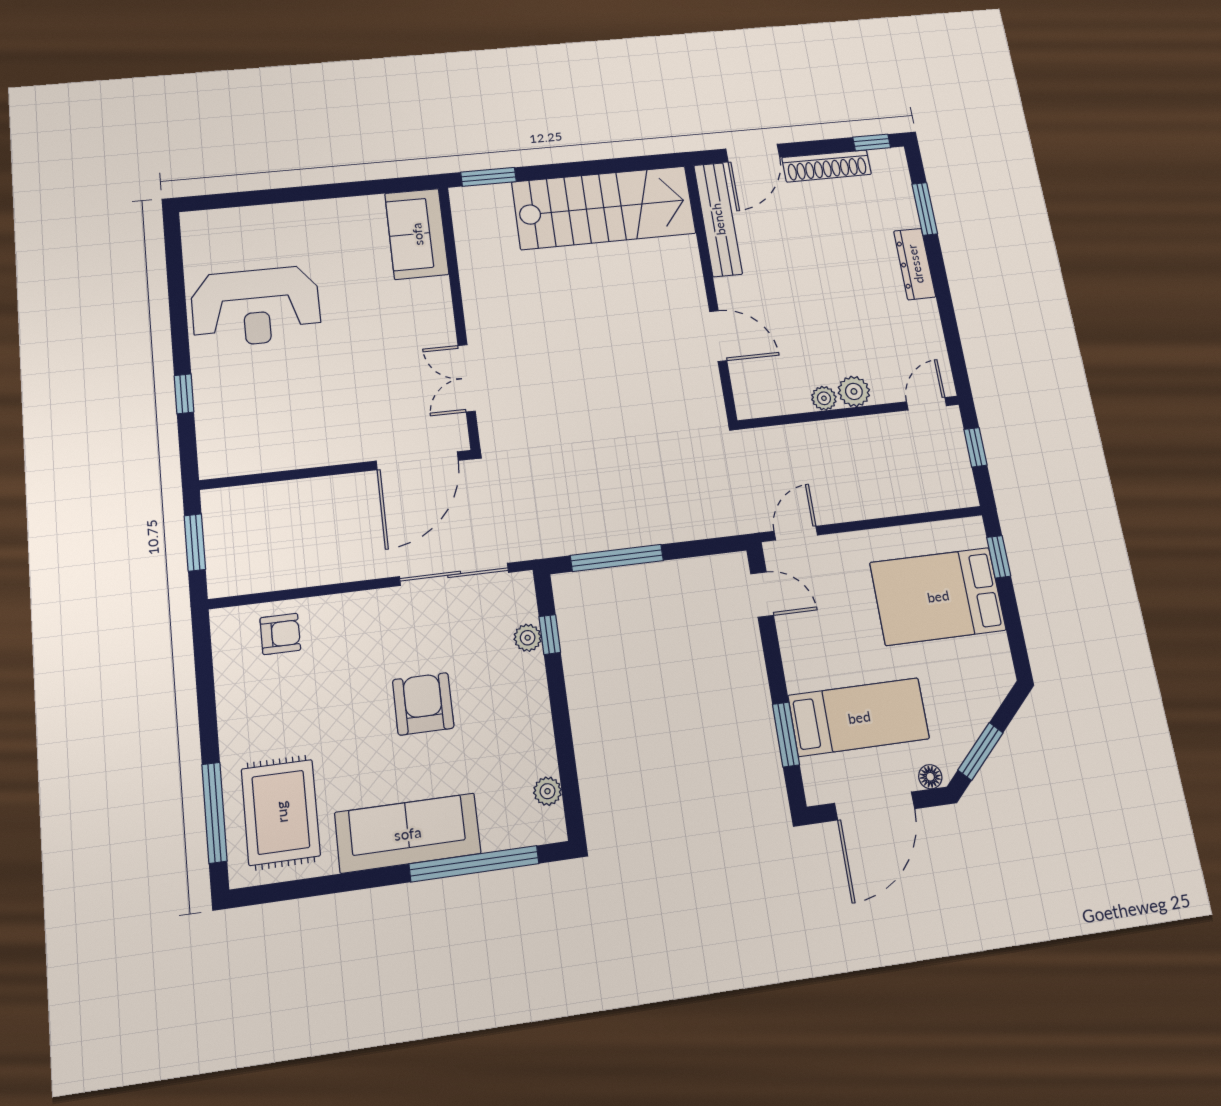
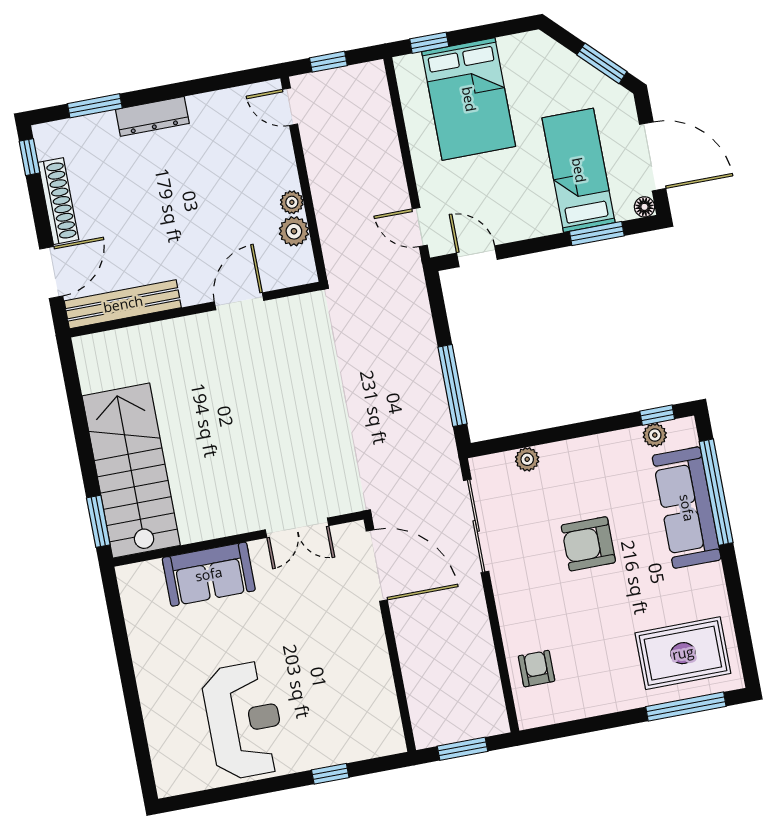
door: (753, 153) -> (51, 273), hinge flipped
stairs: (604, 208) -> (131, 471), moved
sofa: (417, 234) -> (209, 574), moved
plant: (854, 391) -> (294, 231), moved
door: (762, 595) -> (477, 256), hinge flipped
window: (550, 634) -> (657, 415), moved
floor lamp: (930, 777) -> (644, 207), moved
sofa: (408, 833) -> (687, 508), moved

